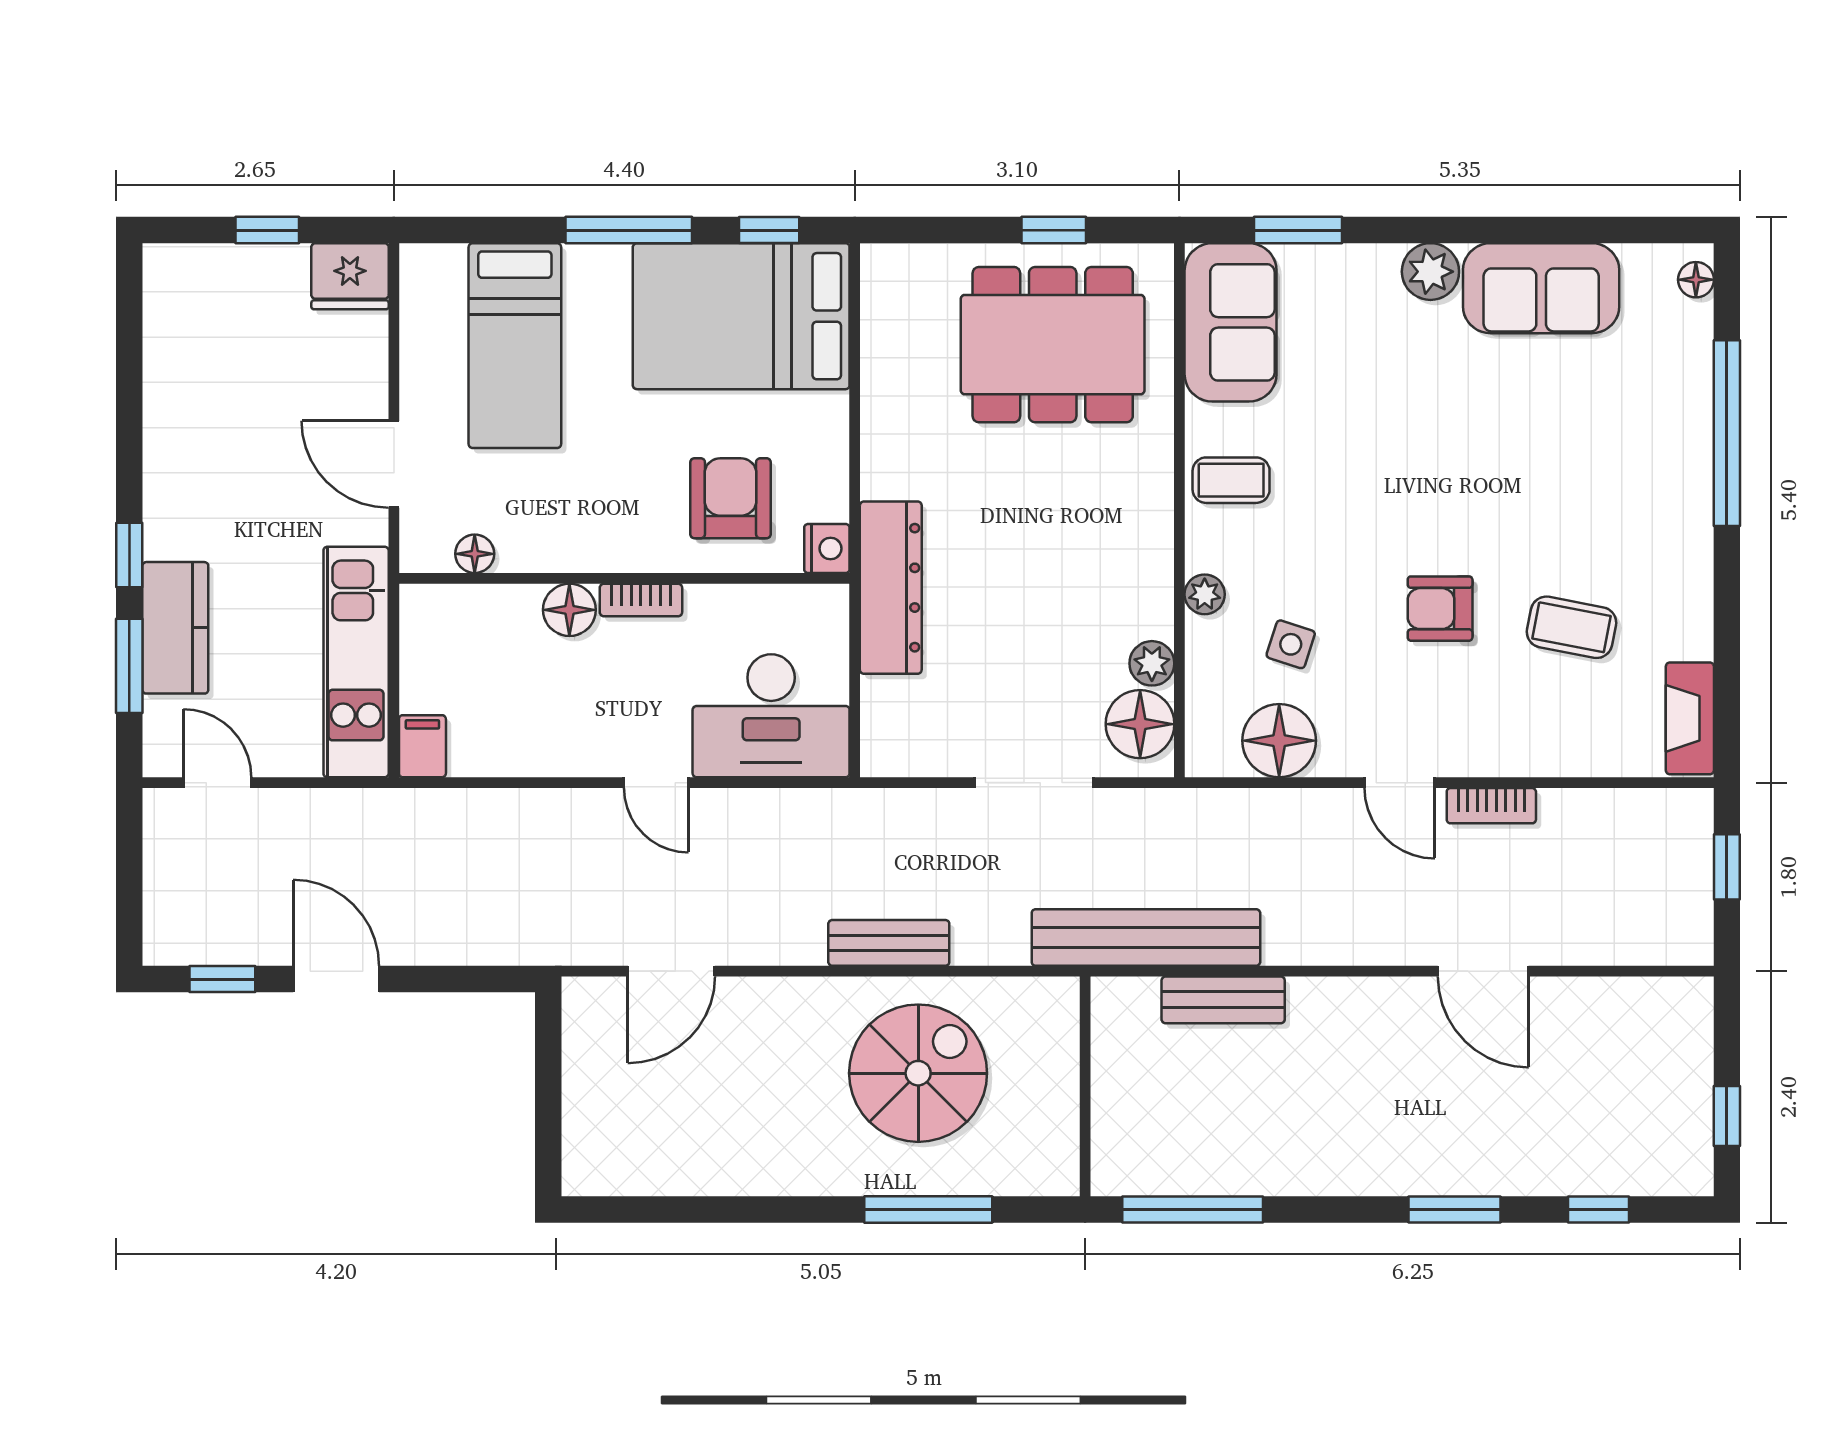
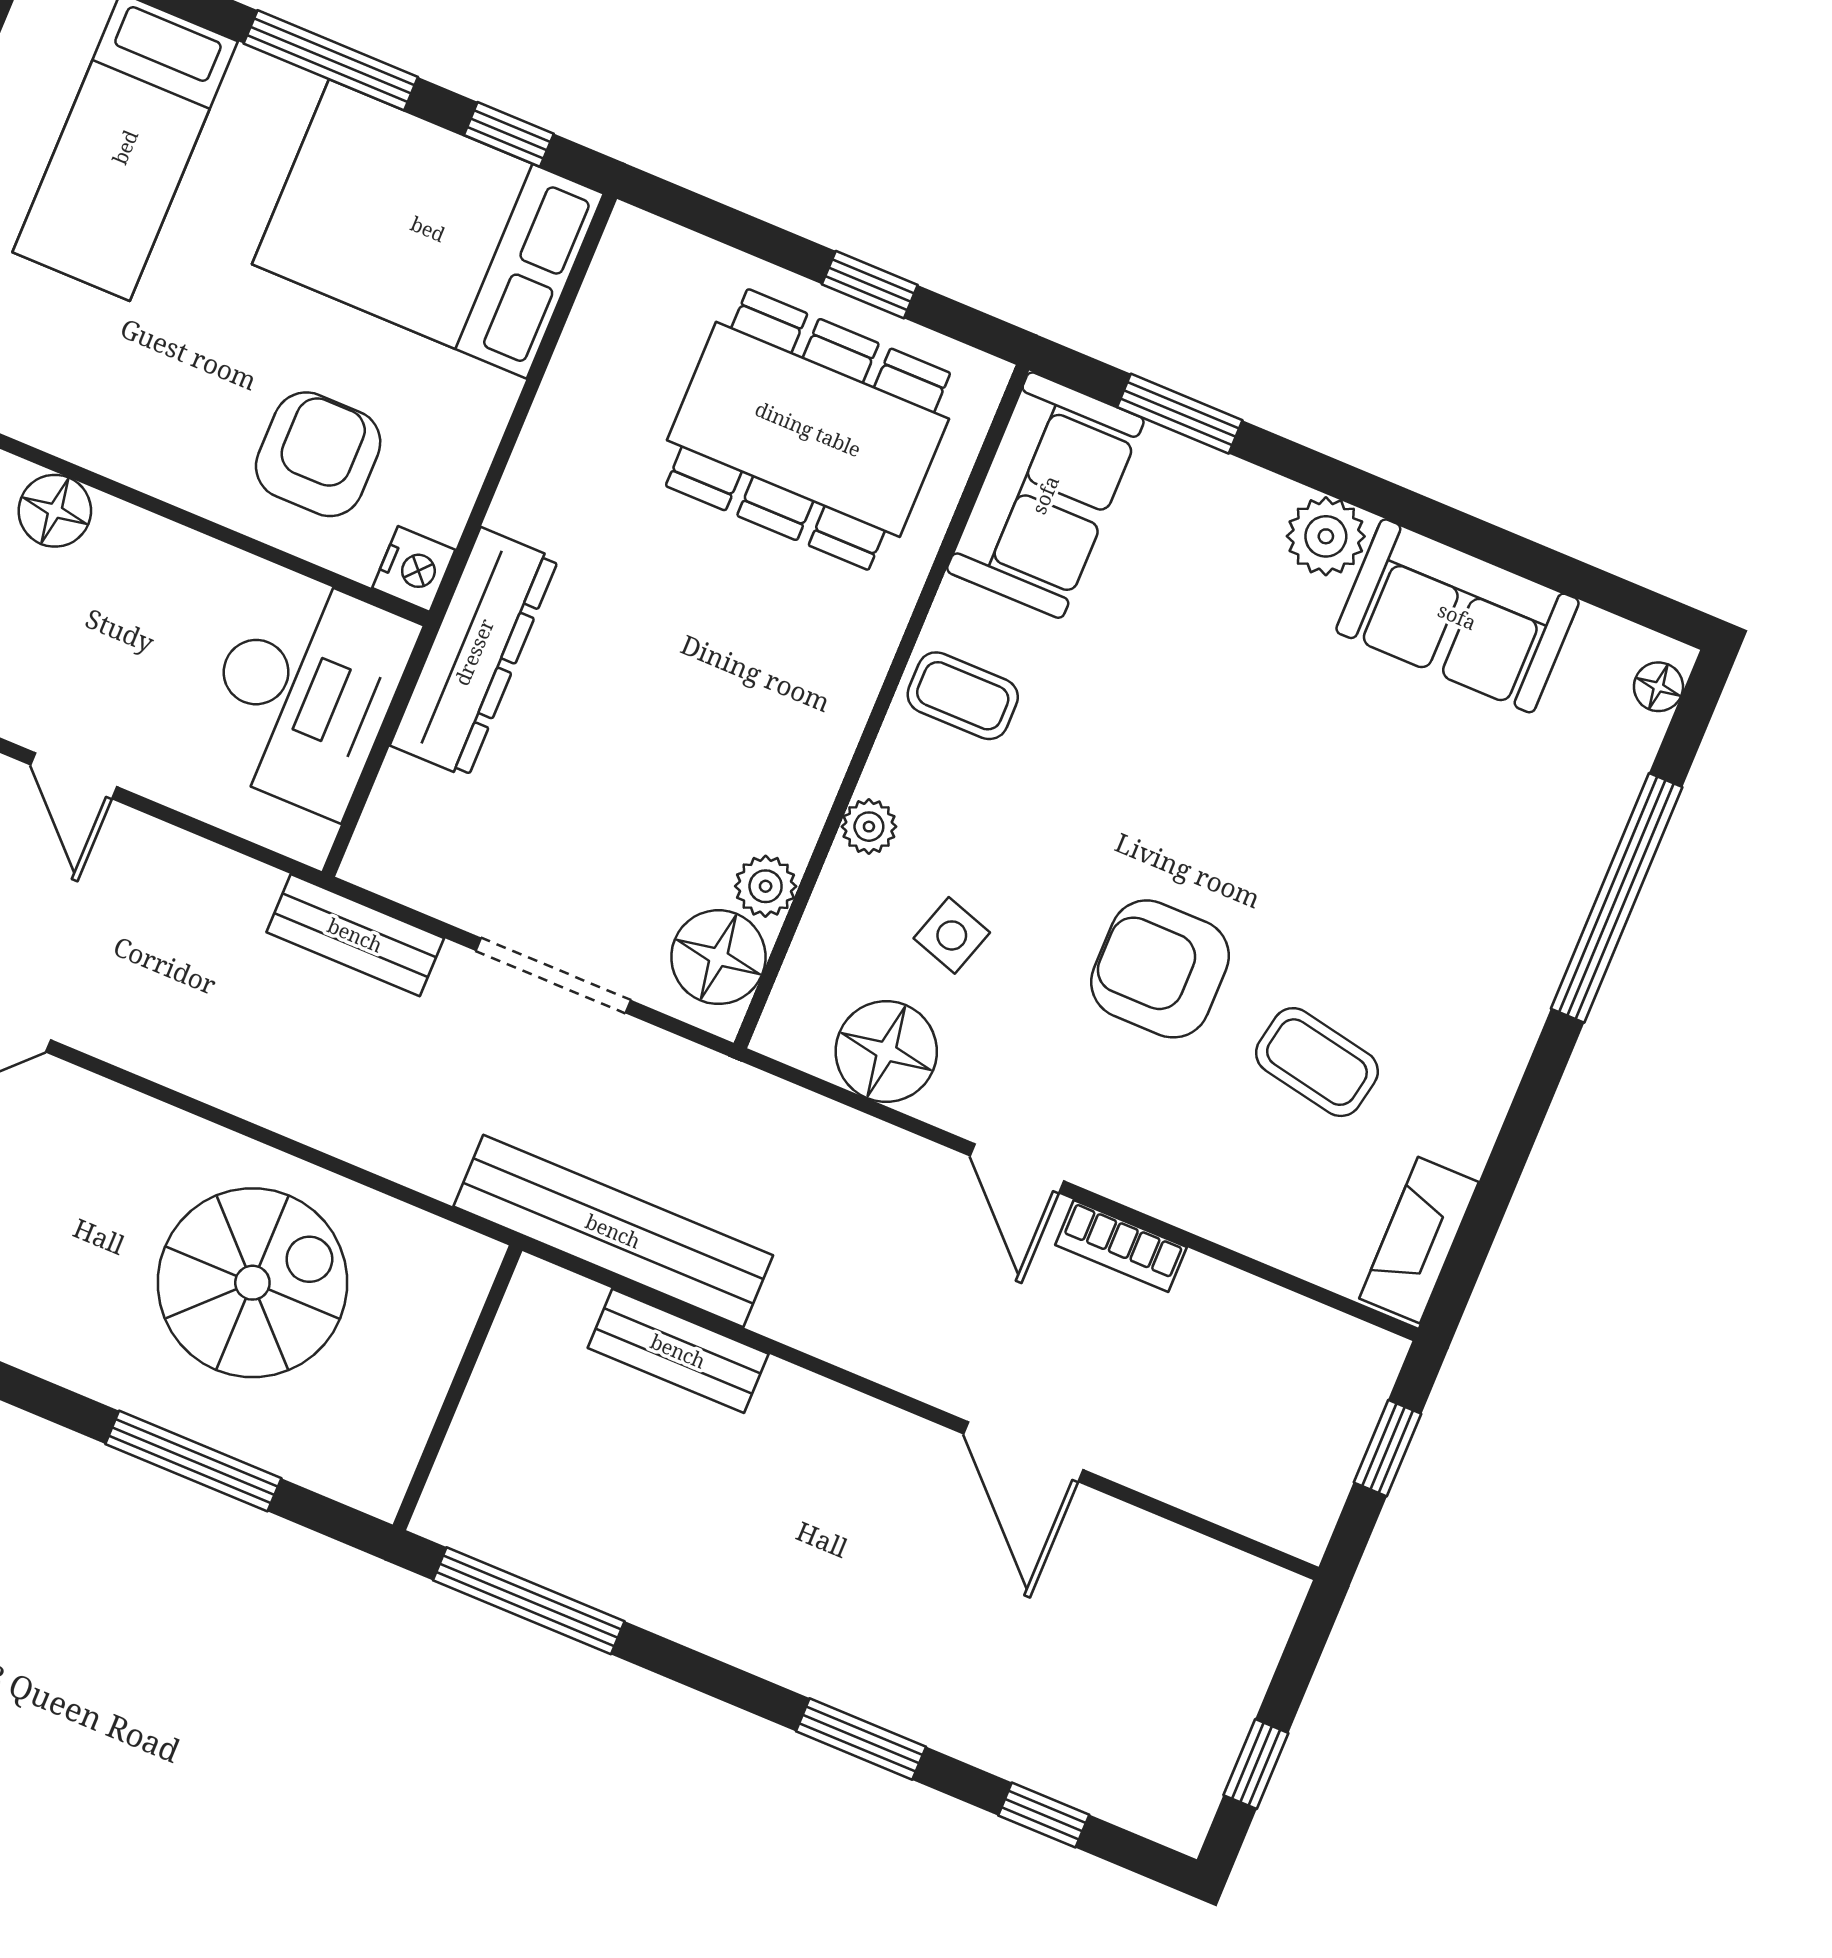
bookcase: (641, 600) -> (151, 536), removed
armchair: (1440, 609) -> (1160, 969), width x1.38, depth x1.38
desk: (771, 716) -> (304, 692), moved, turned -90
bench: (889, 943) -> (355, 935), moved

